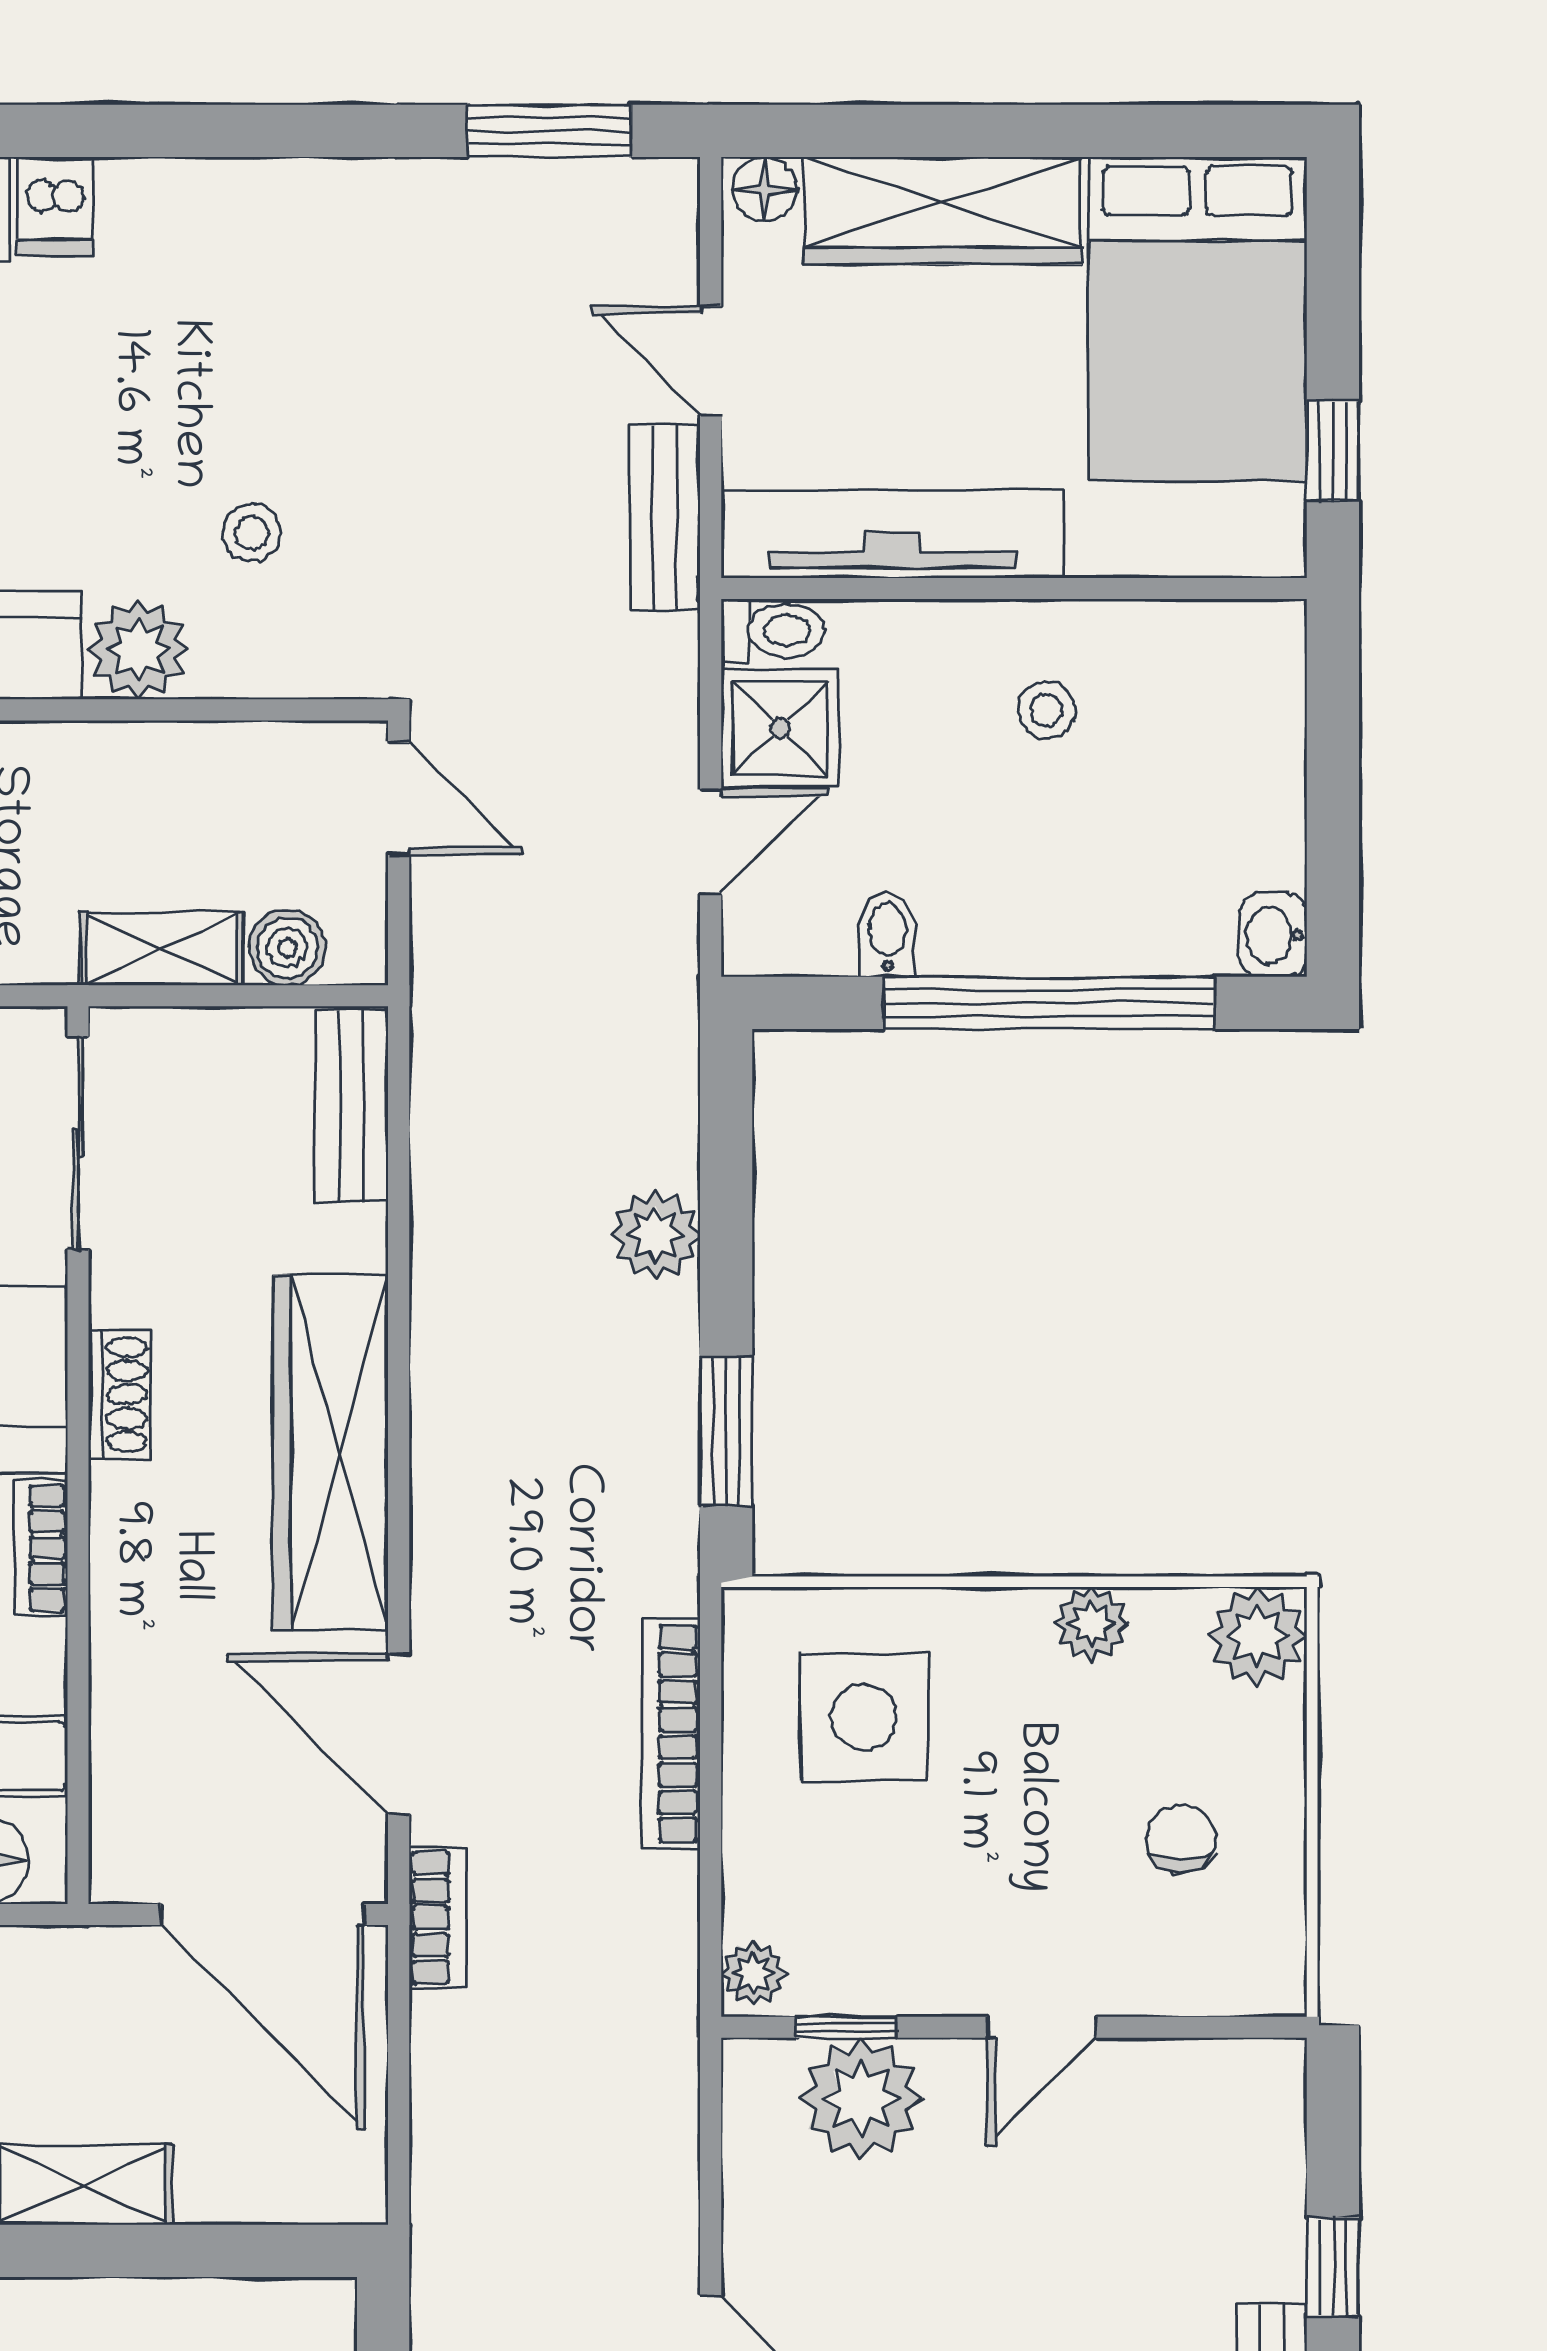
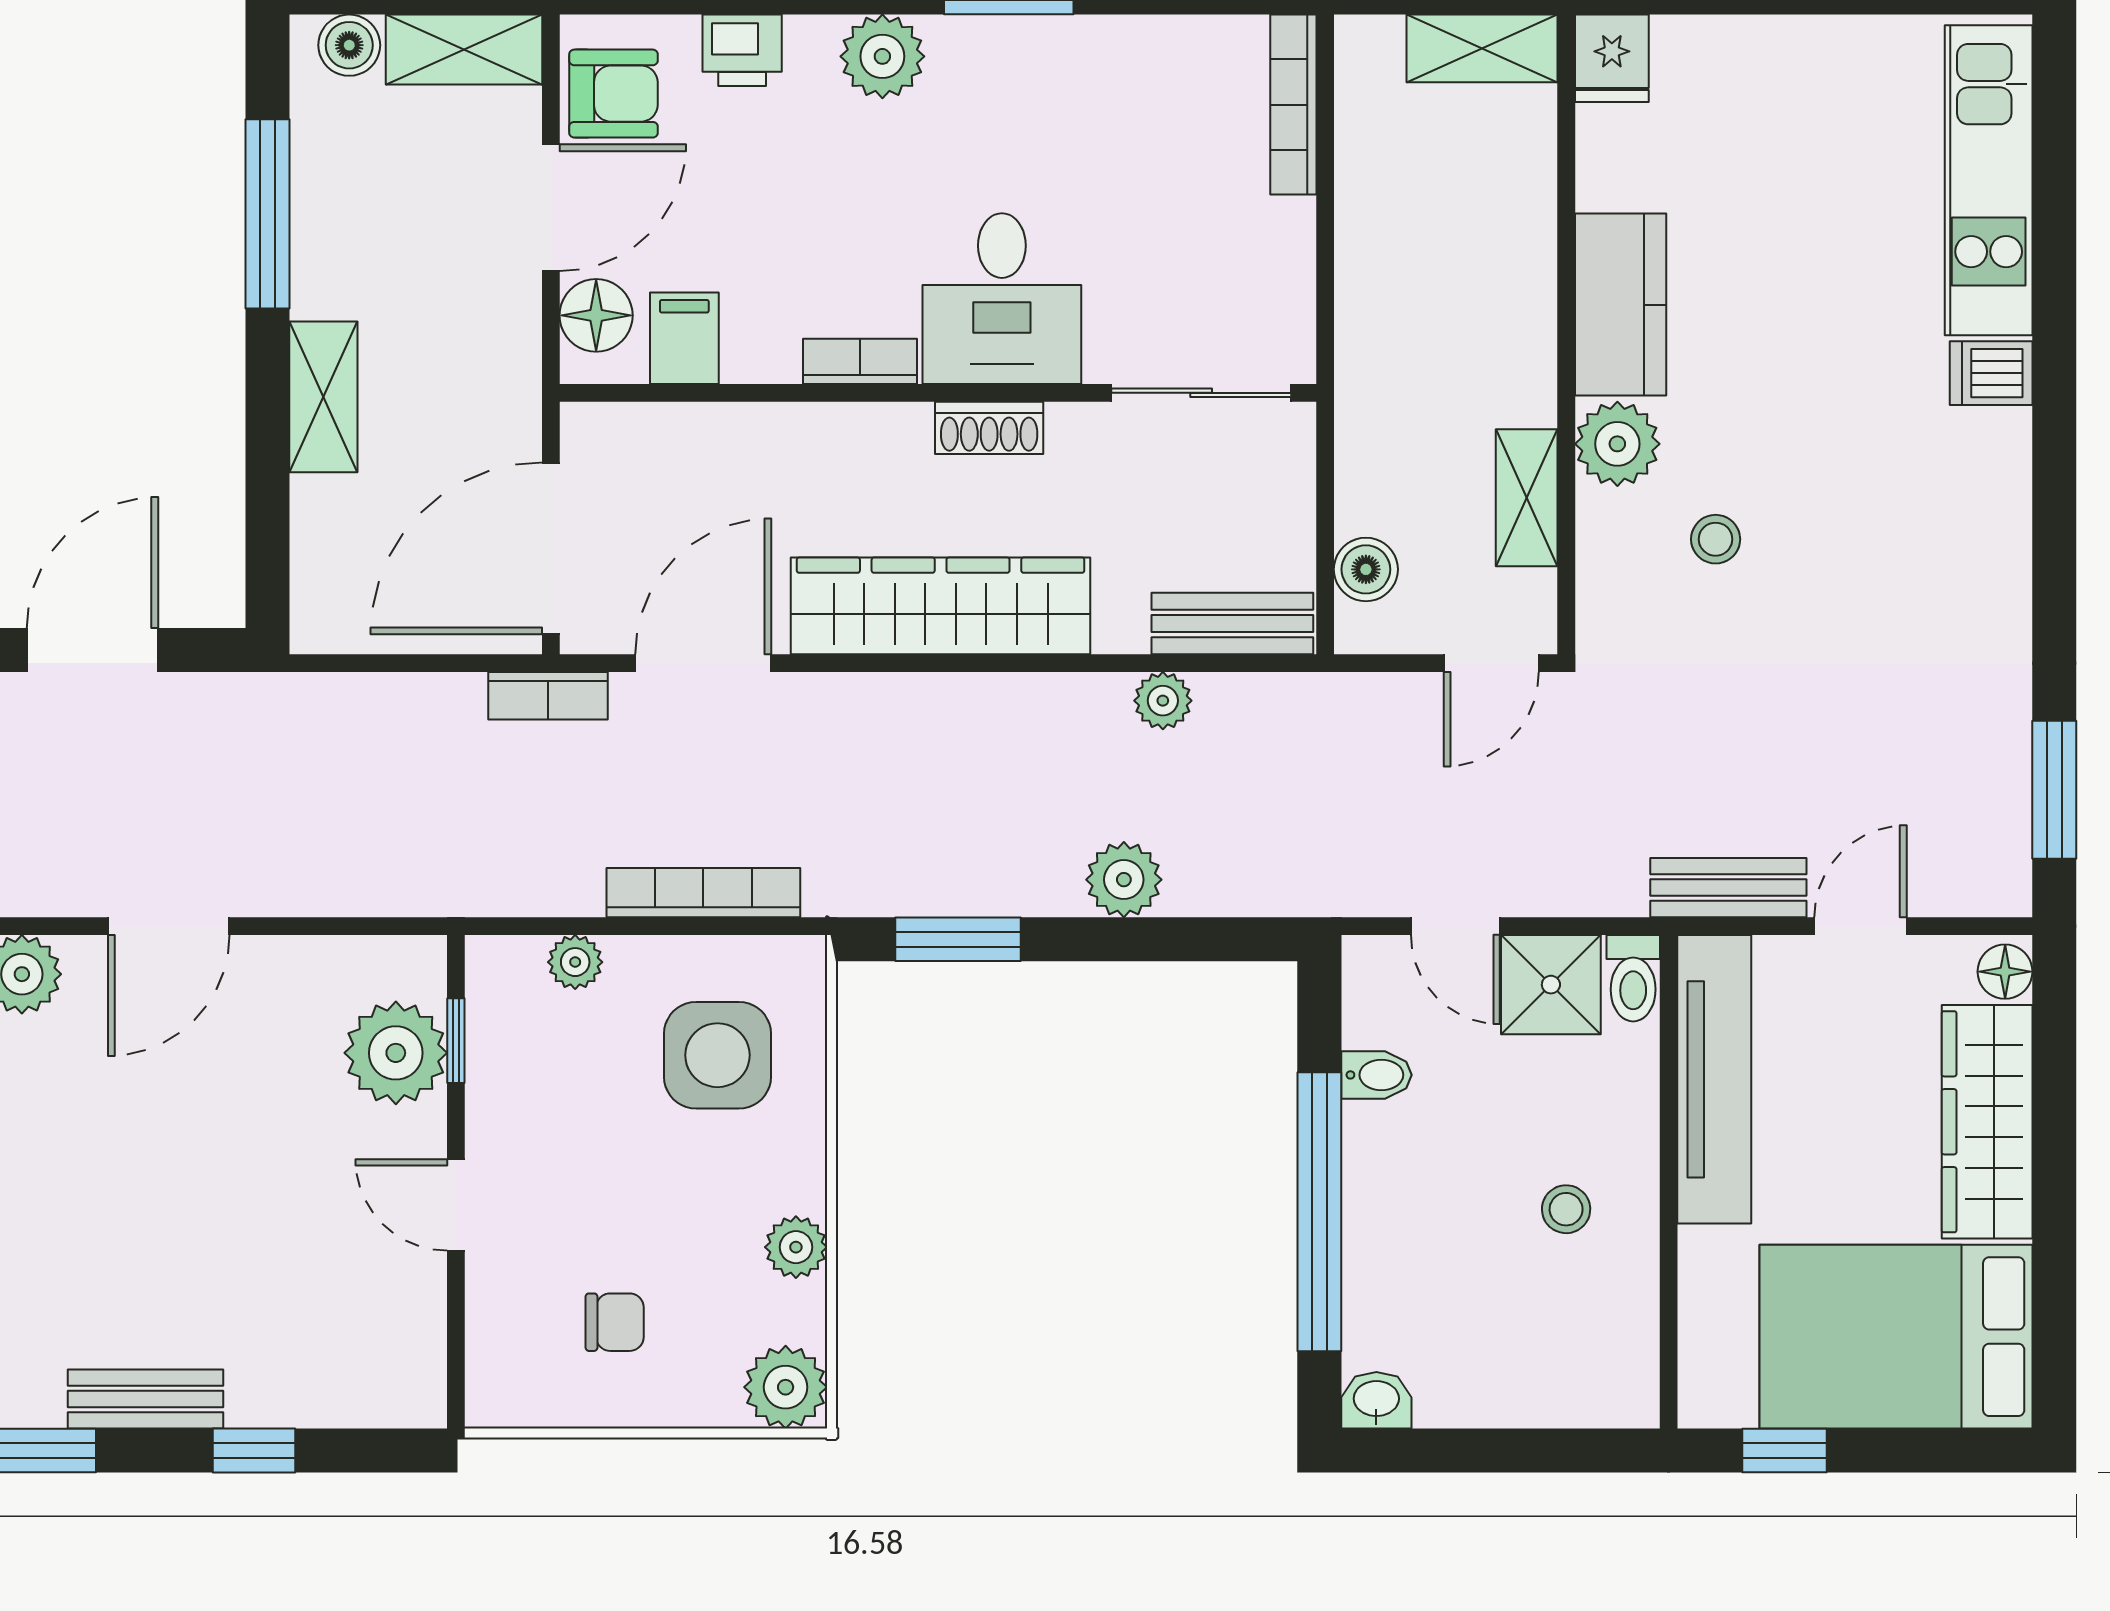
shelving: (161, 949) -> (1527, 498), moved
plant: (443, 1188) -> (1163, 701), added
plant: (753, 1973) -> (575, 962), moved

